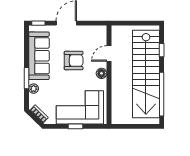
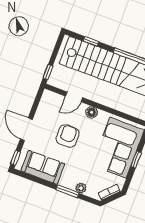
window: (122, 23) -> (48, 72), added
door: (109, 53) -> (74, 97), hinge flipped
sofa: (39, 56) -> (43, 167), width x0.73

